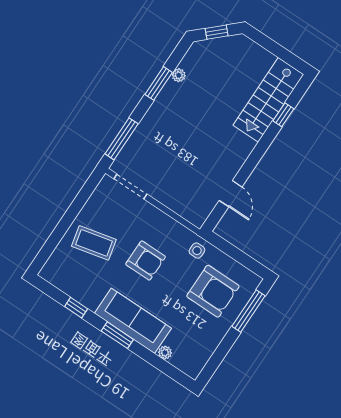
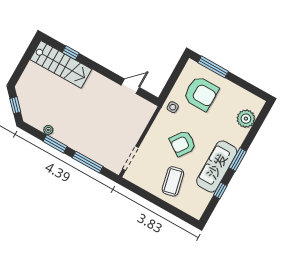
window: (122, 139) -> (88, 162), moved
armchair: (146, 261) -> (183, 143), turned -145
armchair: (213, 291) -> (201, 94), turned 90
sofa: (133, 321) -> (217, 166), moved
plant: (165, 353) -> (246, 119), width x1.88, depth x1.88

